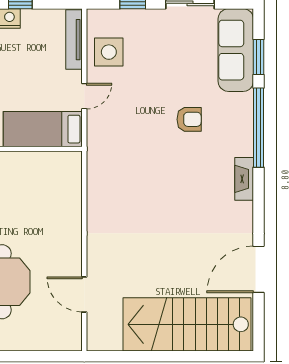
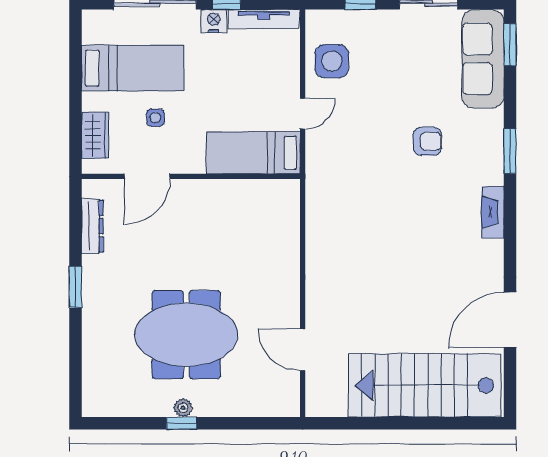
tv unit: (74, 40) -> (264, 19), moved, turned -90
window: (259, 57) -> (510, 45), moved
window: (259, 128) -> (510, 151), width x0.47

